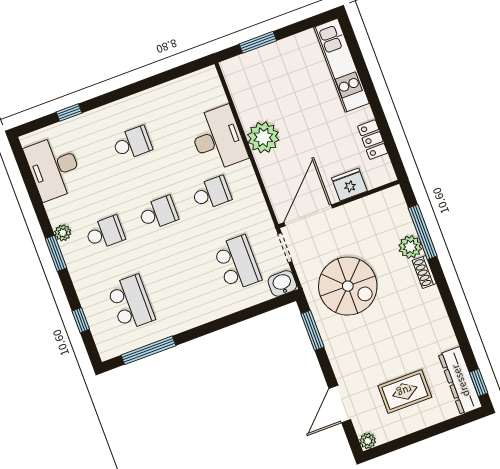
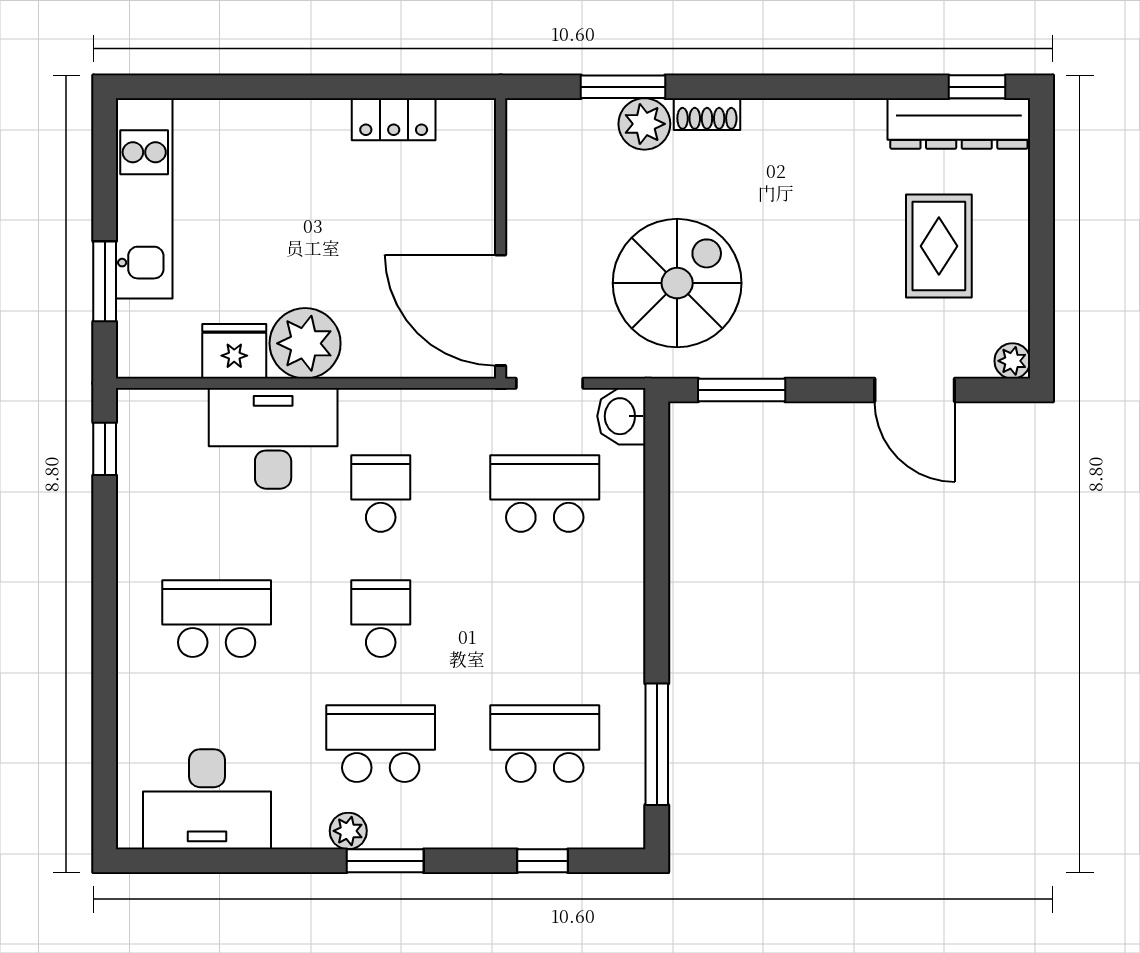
kitchen unit: (341, 65) -> (144, 198), moved, turned -90
window: (69, 113) -> (105, 449), moved
school desk: (132, 143) -> (217, 619), width x1.85
fridge: (349, 185) -> (234, 351), moved, turned 90
window: (423, 232) -> (623, 87), width x0.69
school desk: (105, 233) -> (381, 744), width x1.85

